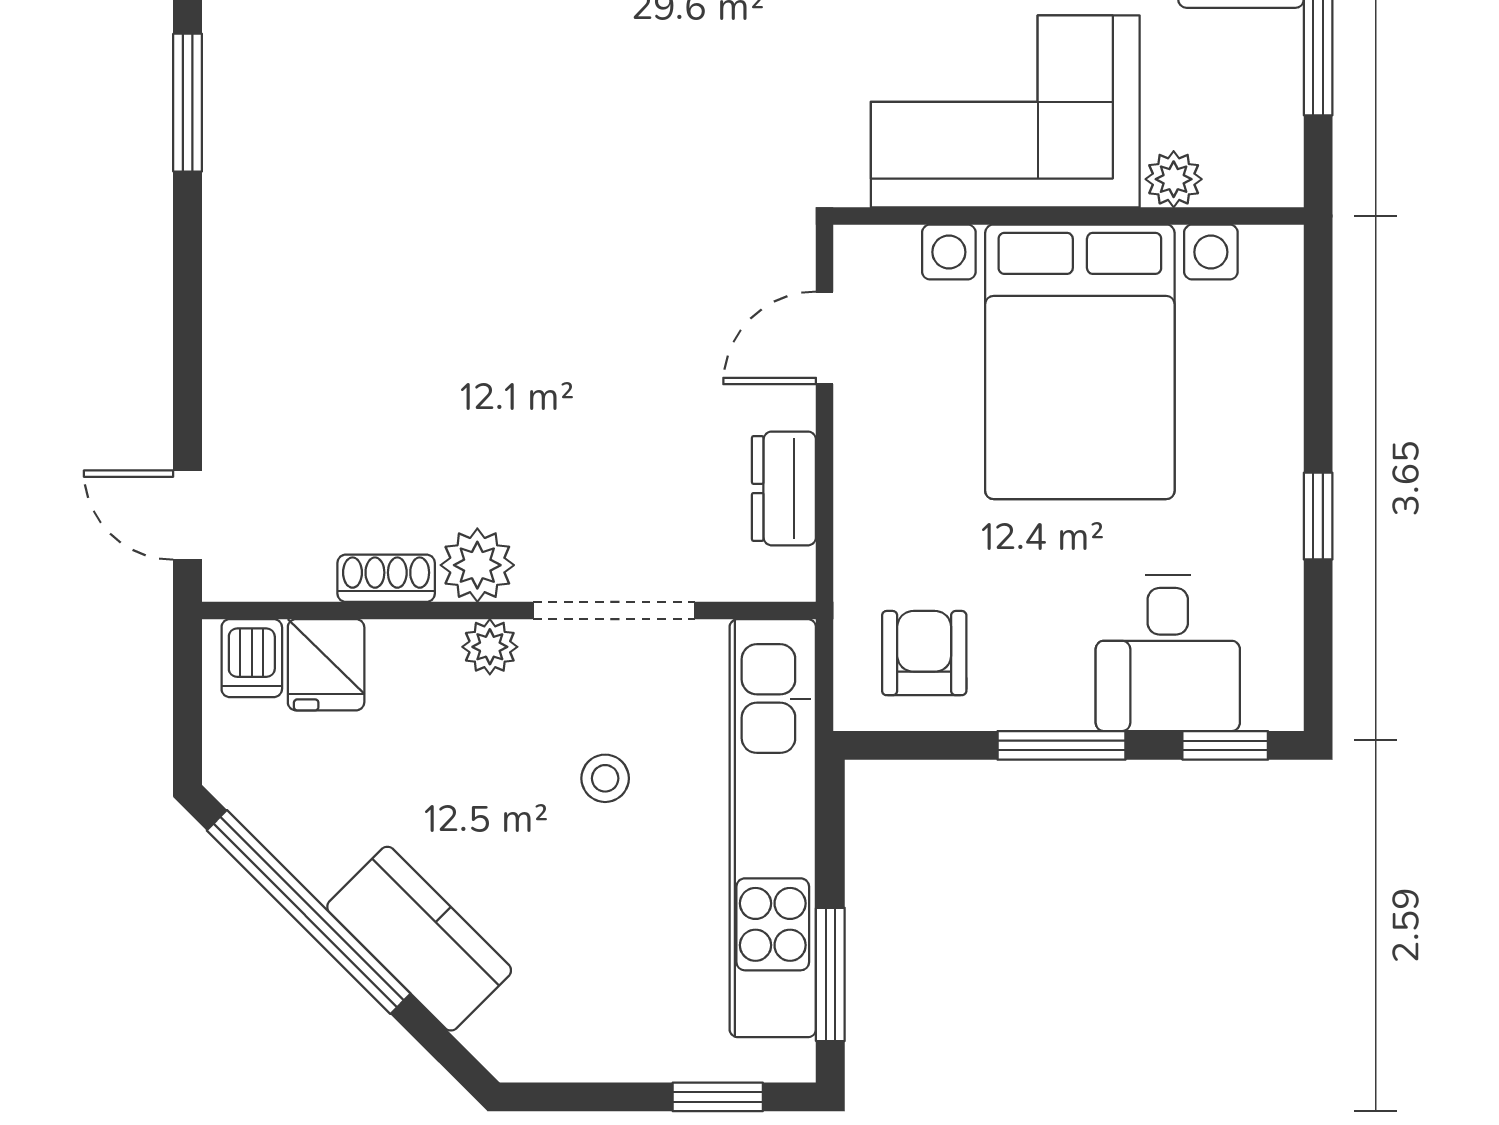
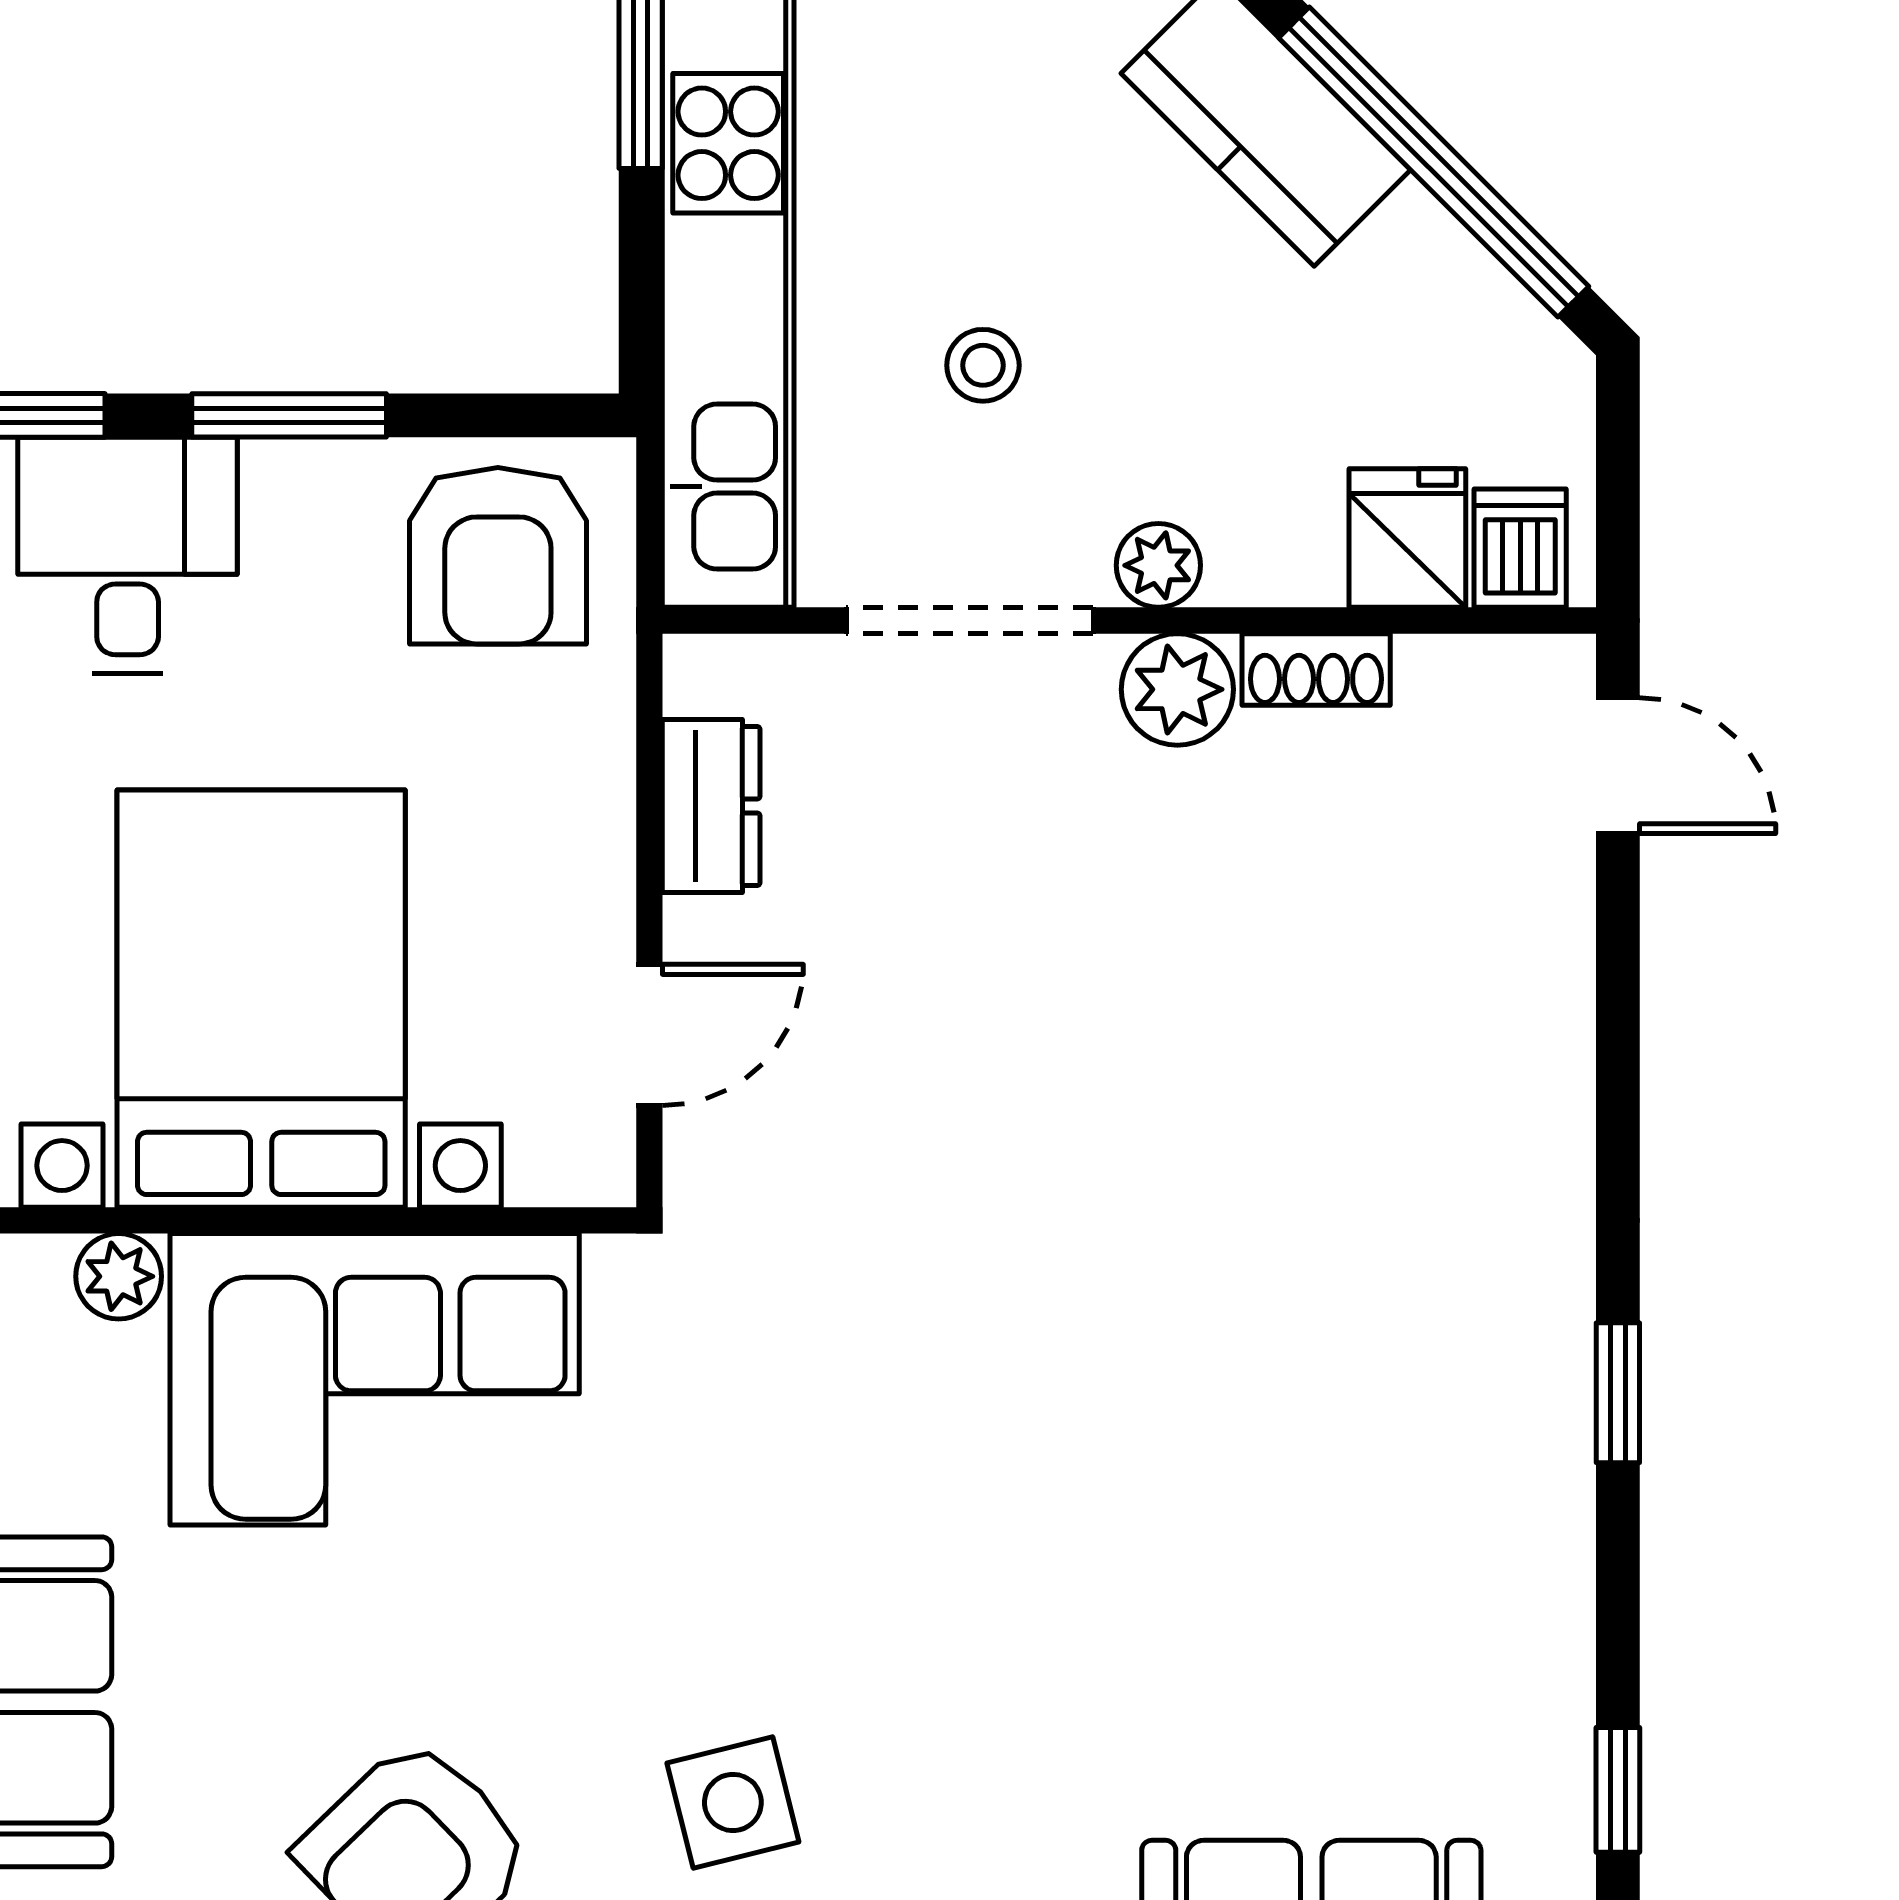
window: (188, 103) -> (1618, 1393), width x0.67
armchair: (924, 653) -> (498, 556), width x1.38, depth x1.38

